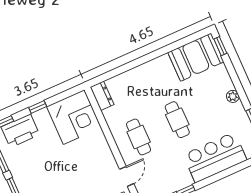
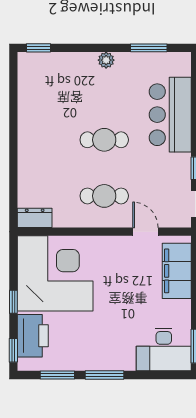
booth: (196, 57) -> (39, 84), removed
corner desk: (74, 117) -> (55, 273), width x1.36, depth x1.36

